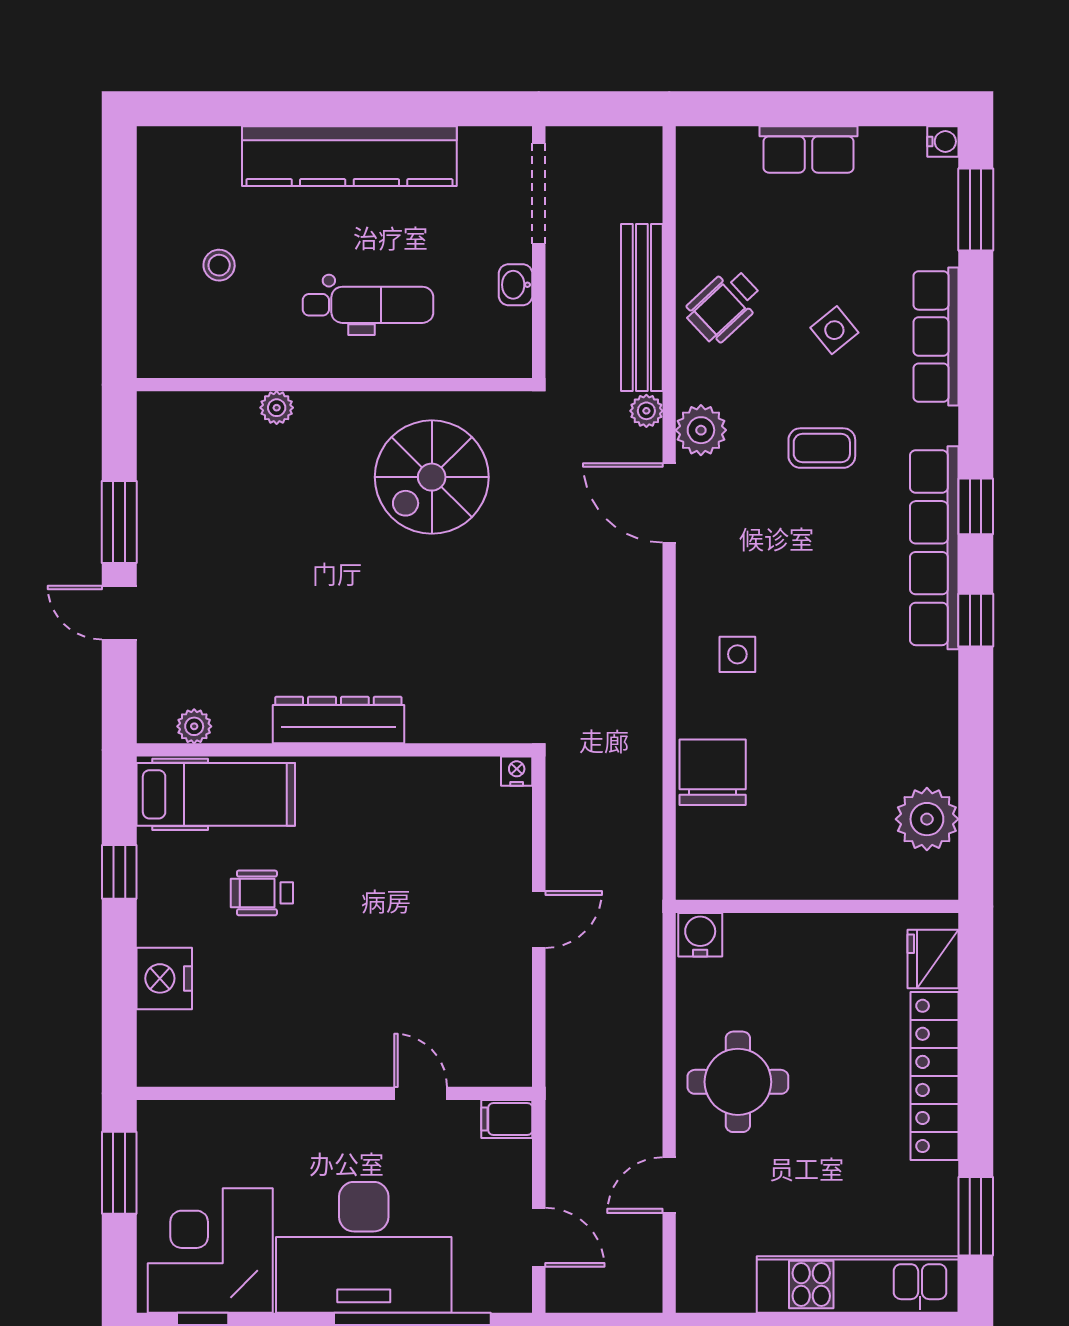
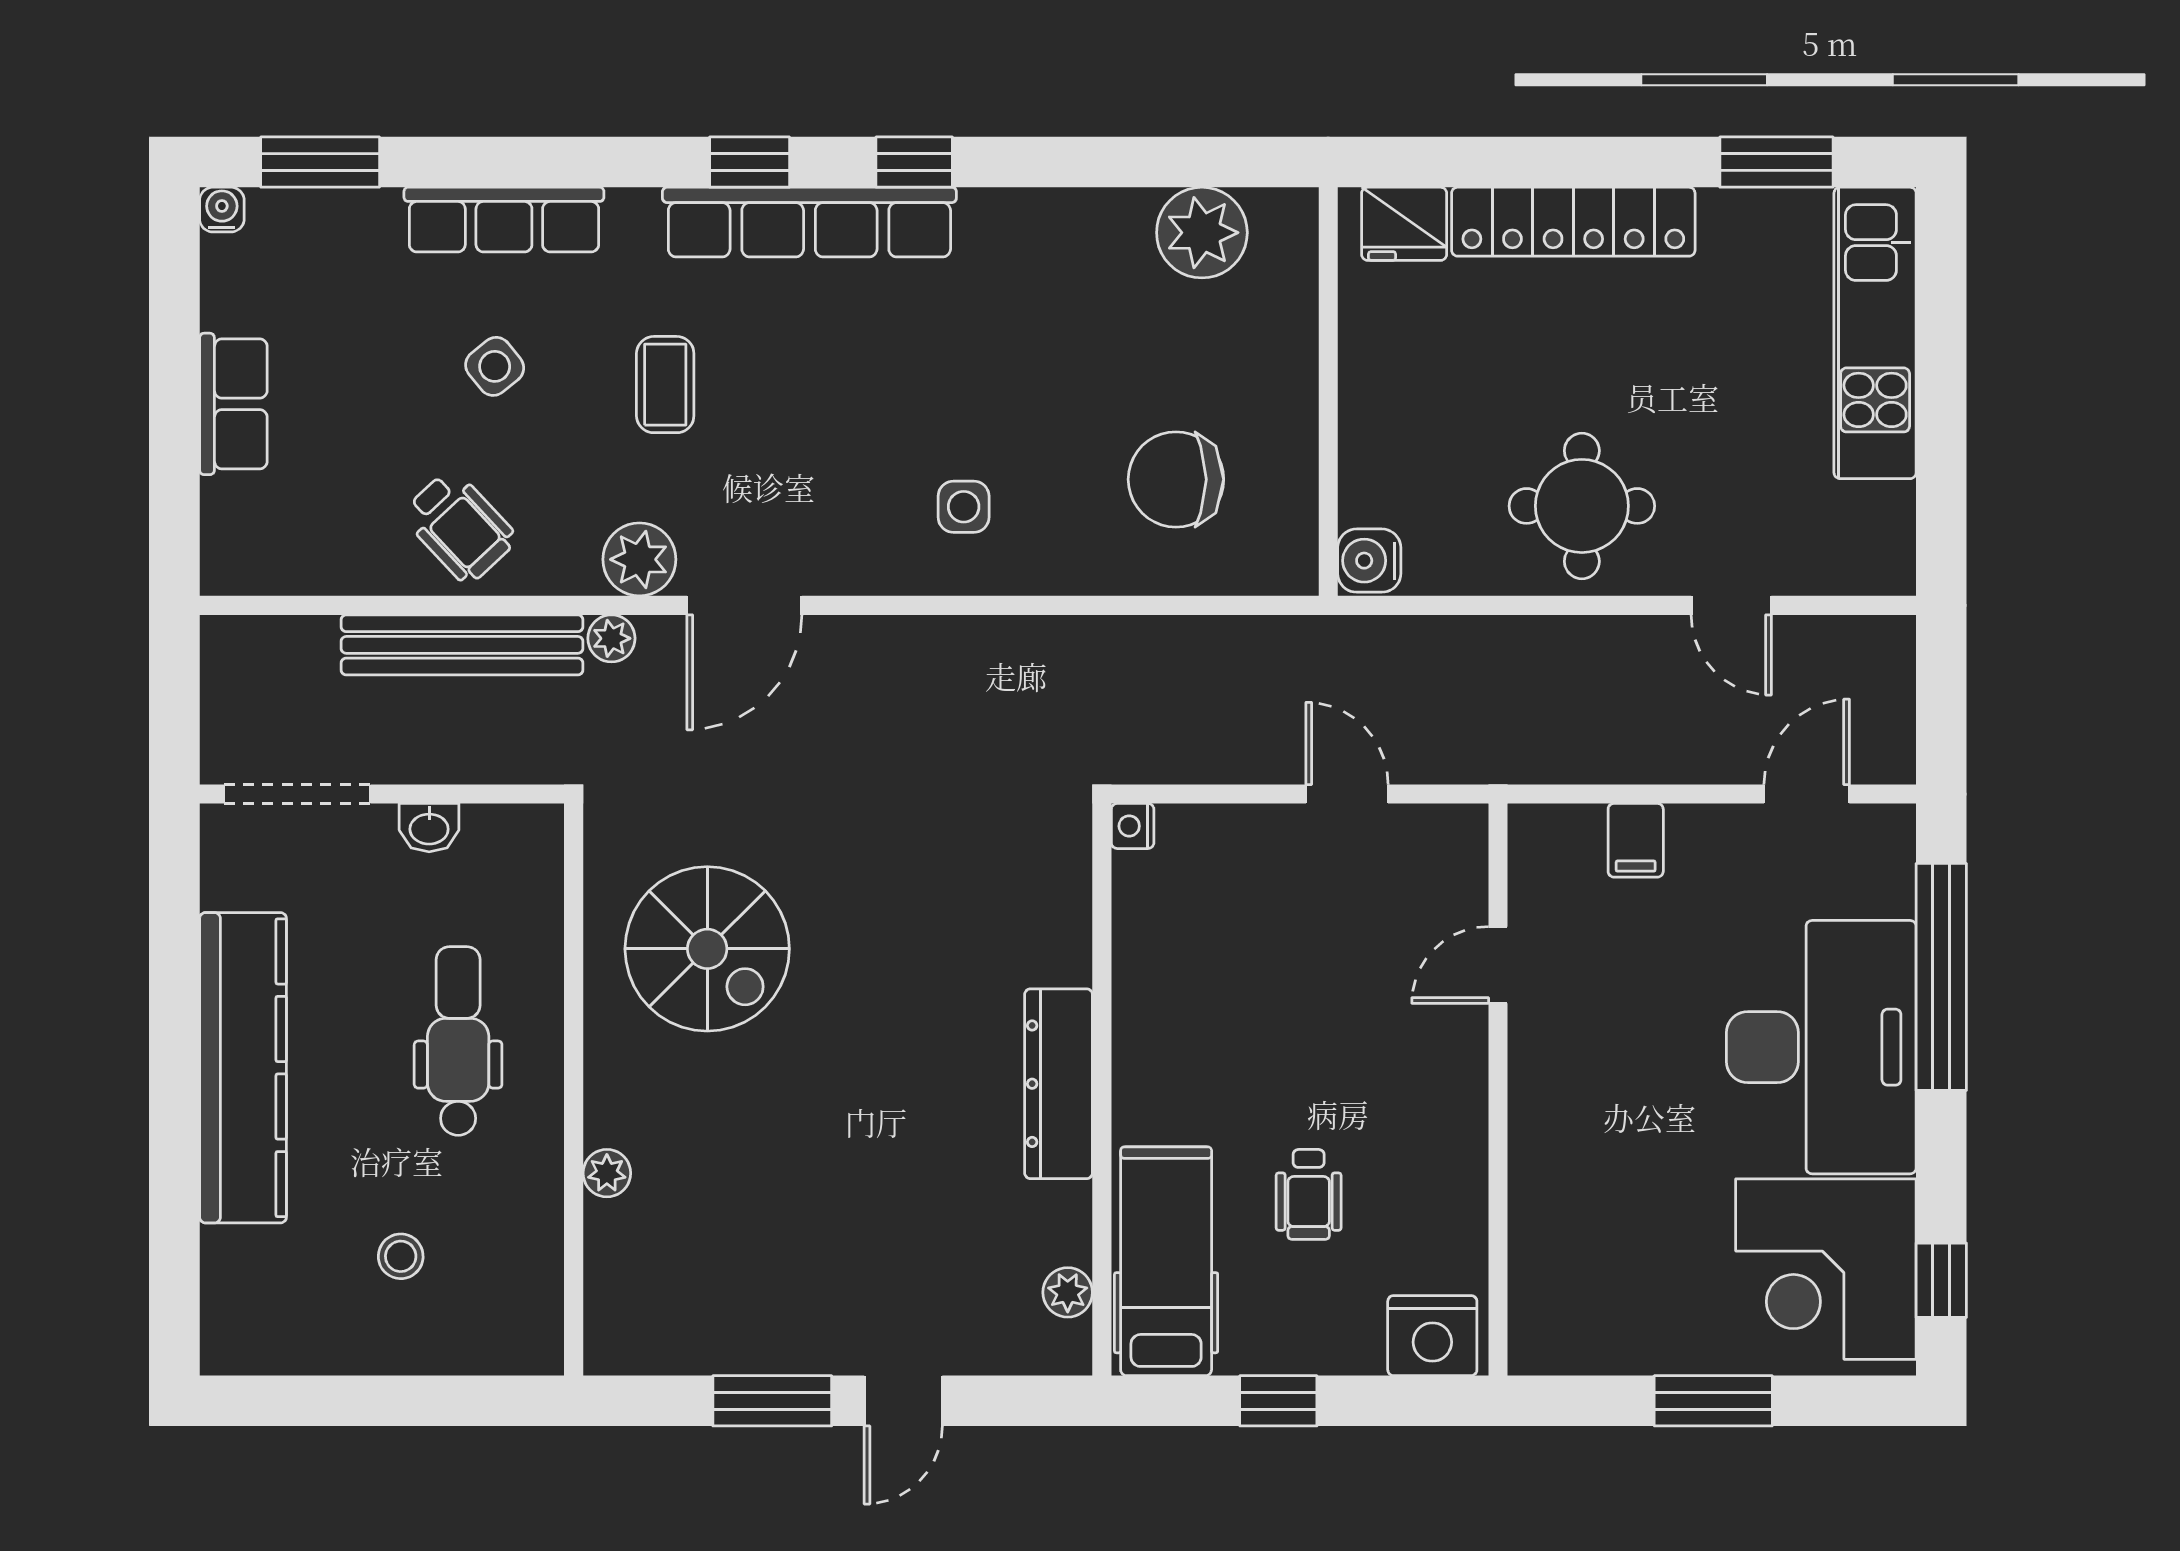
chair: (713, 772) -> (1176, 479), moved
wall: (334, 1093) -> (1498, 1090), moved
door: (421, 1093) -> (1498, 965), moved

